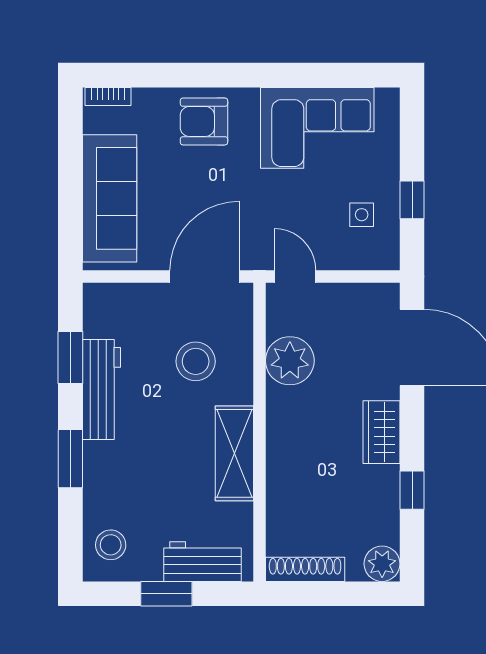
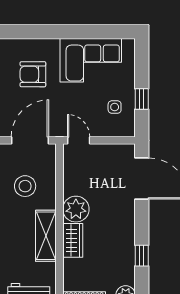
armchair: (204, 121) -> (33, 74), moved
plant: (290, 361) -> (76, 209), moved
wardrobe: (382, 432) -> (73, 240), moved, turned 180

